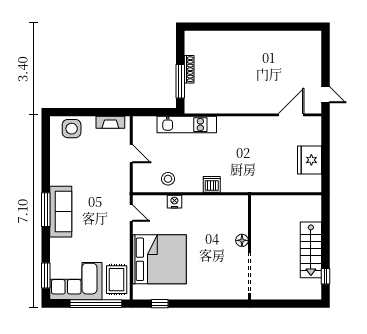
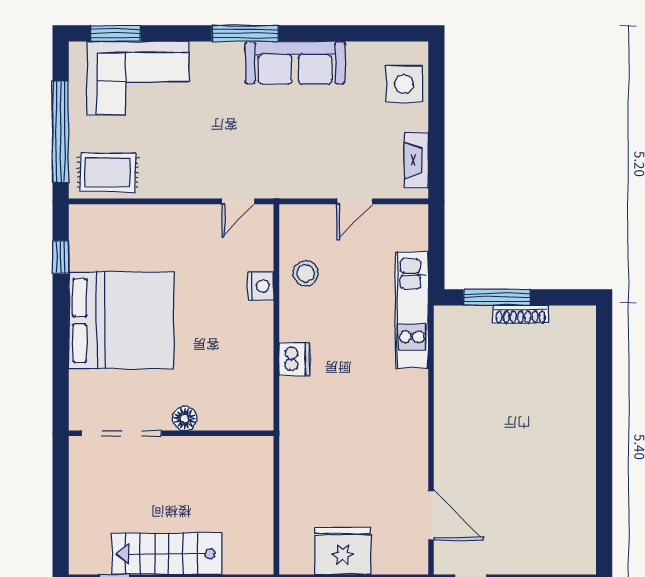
sofa: (61, 212) -> (295, 63), moved
bed: (159, 259) -> (121, 320), moved, turned -90
corner sofa: (76, 281) -> (138, 78), moved, turned 90

